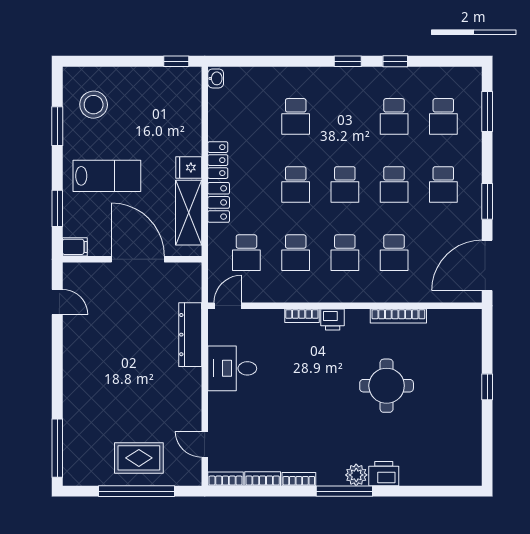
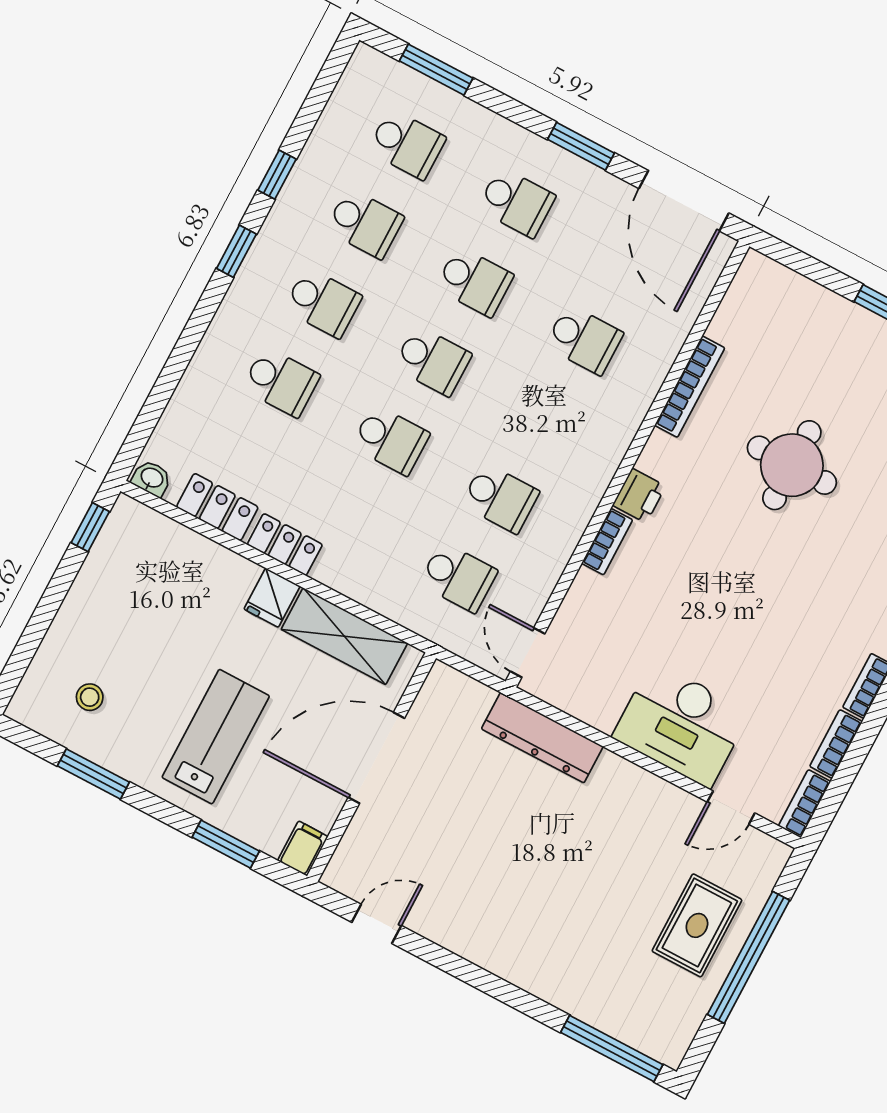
stool: (94, 105) -> (90, 697), width x0.53, depth x0.53
locker: (219, 202) -> (217, 507), moved
school desk: (345, 253) -> (323, 303), moved
desk: (232, 368) -> (681, 725), moved, width x1.37

